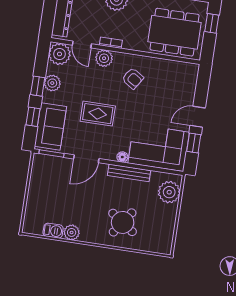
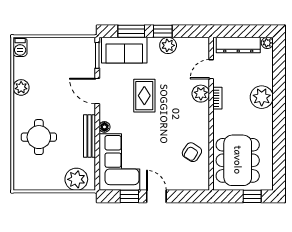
plant: (59, 54) -> (198, 48), removed
armchair: (133, 78) -> (192, 152), moved
window: (33, 117) -> (131, 31), width x1.50
round table: (123, 222) -> (39, 137), turned -35
barbecue: (53, 231) -> (20, 47), moved

